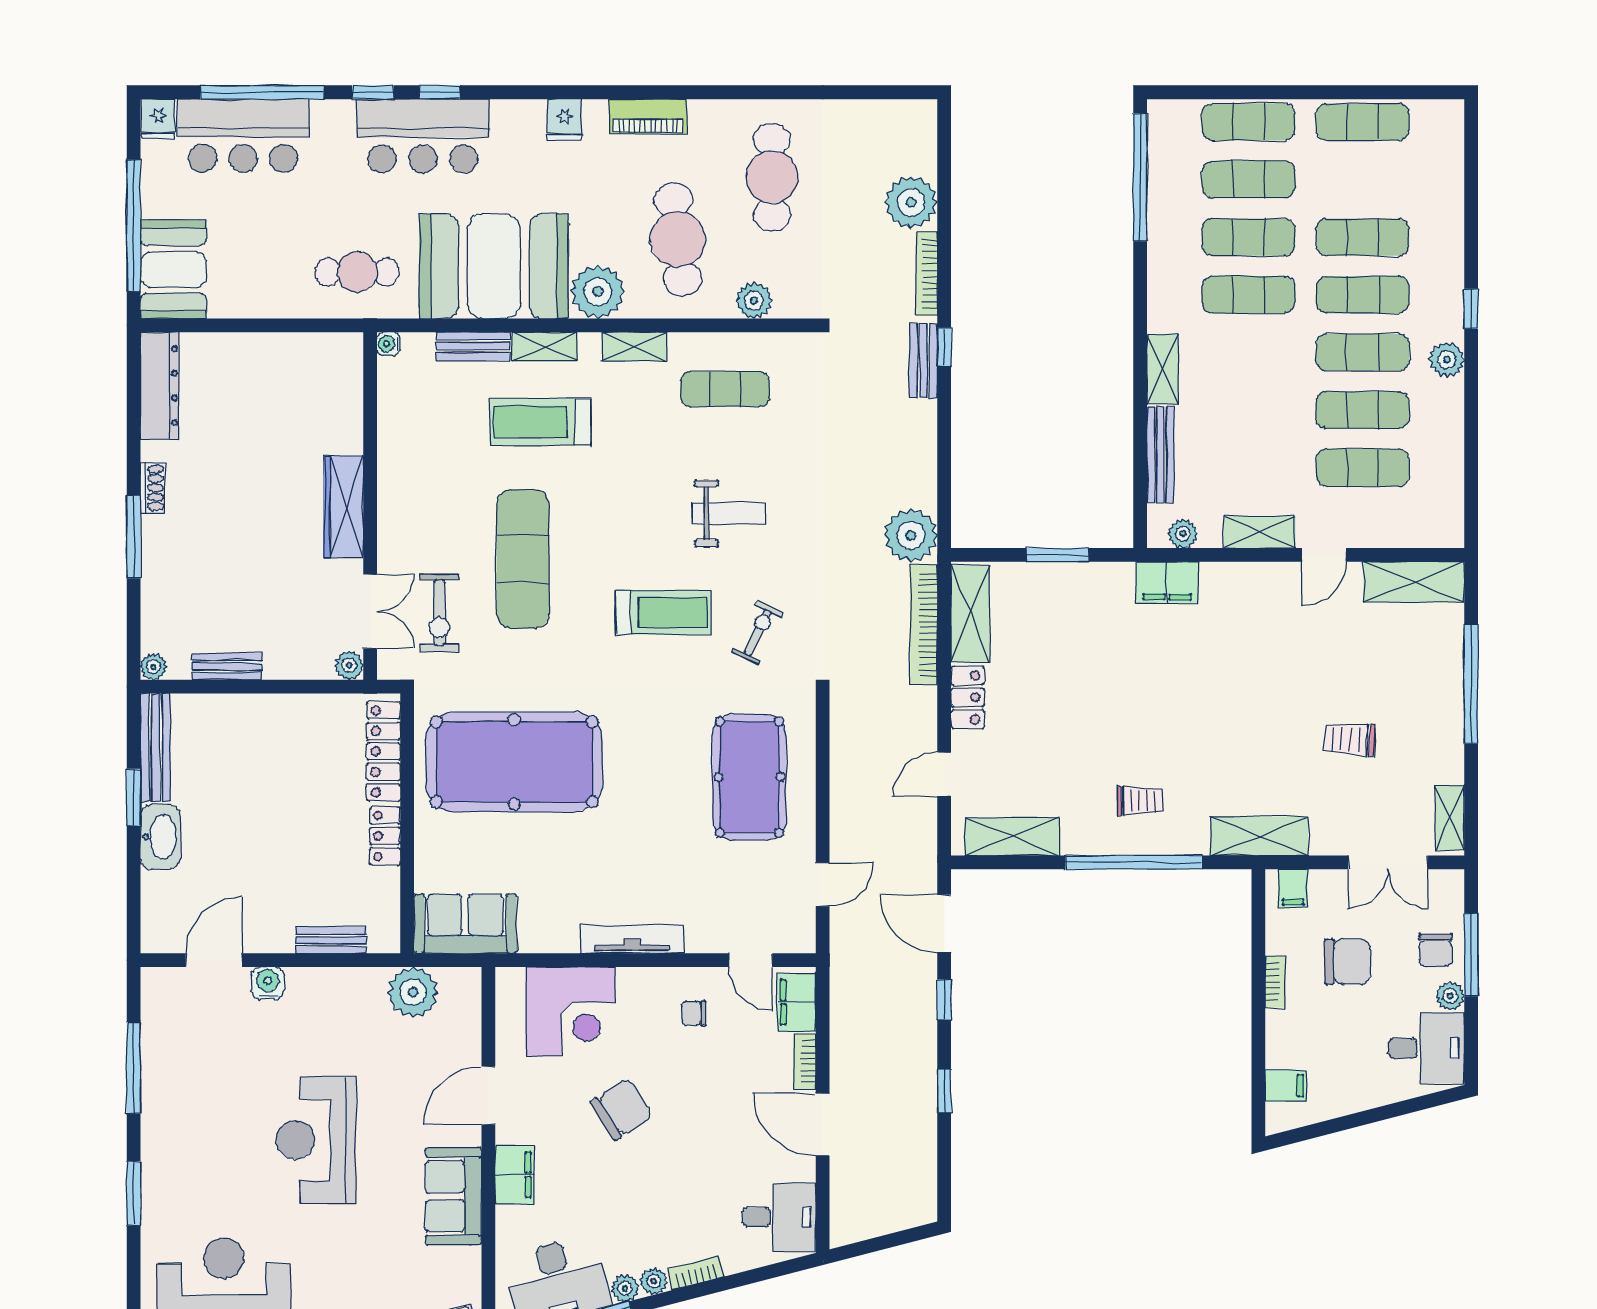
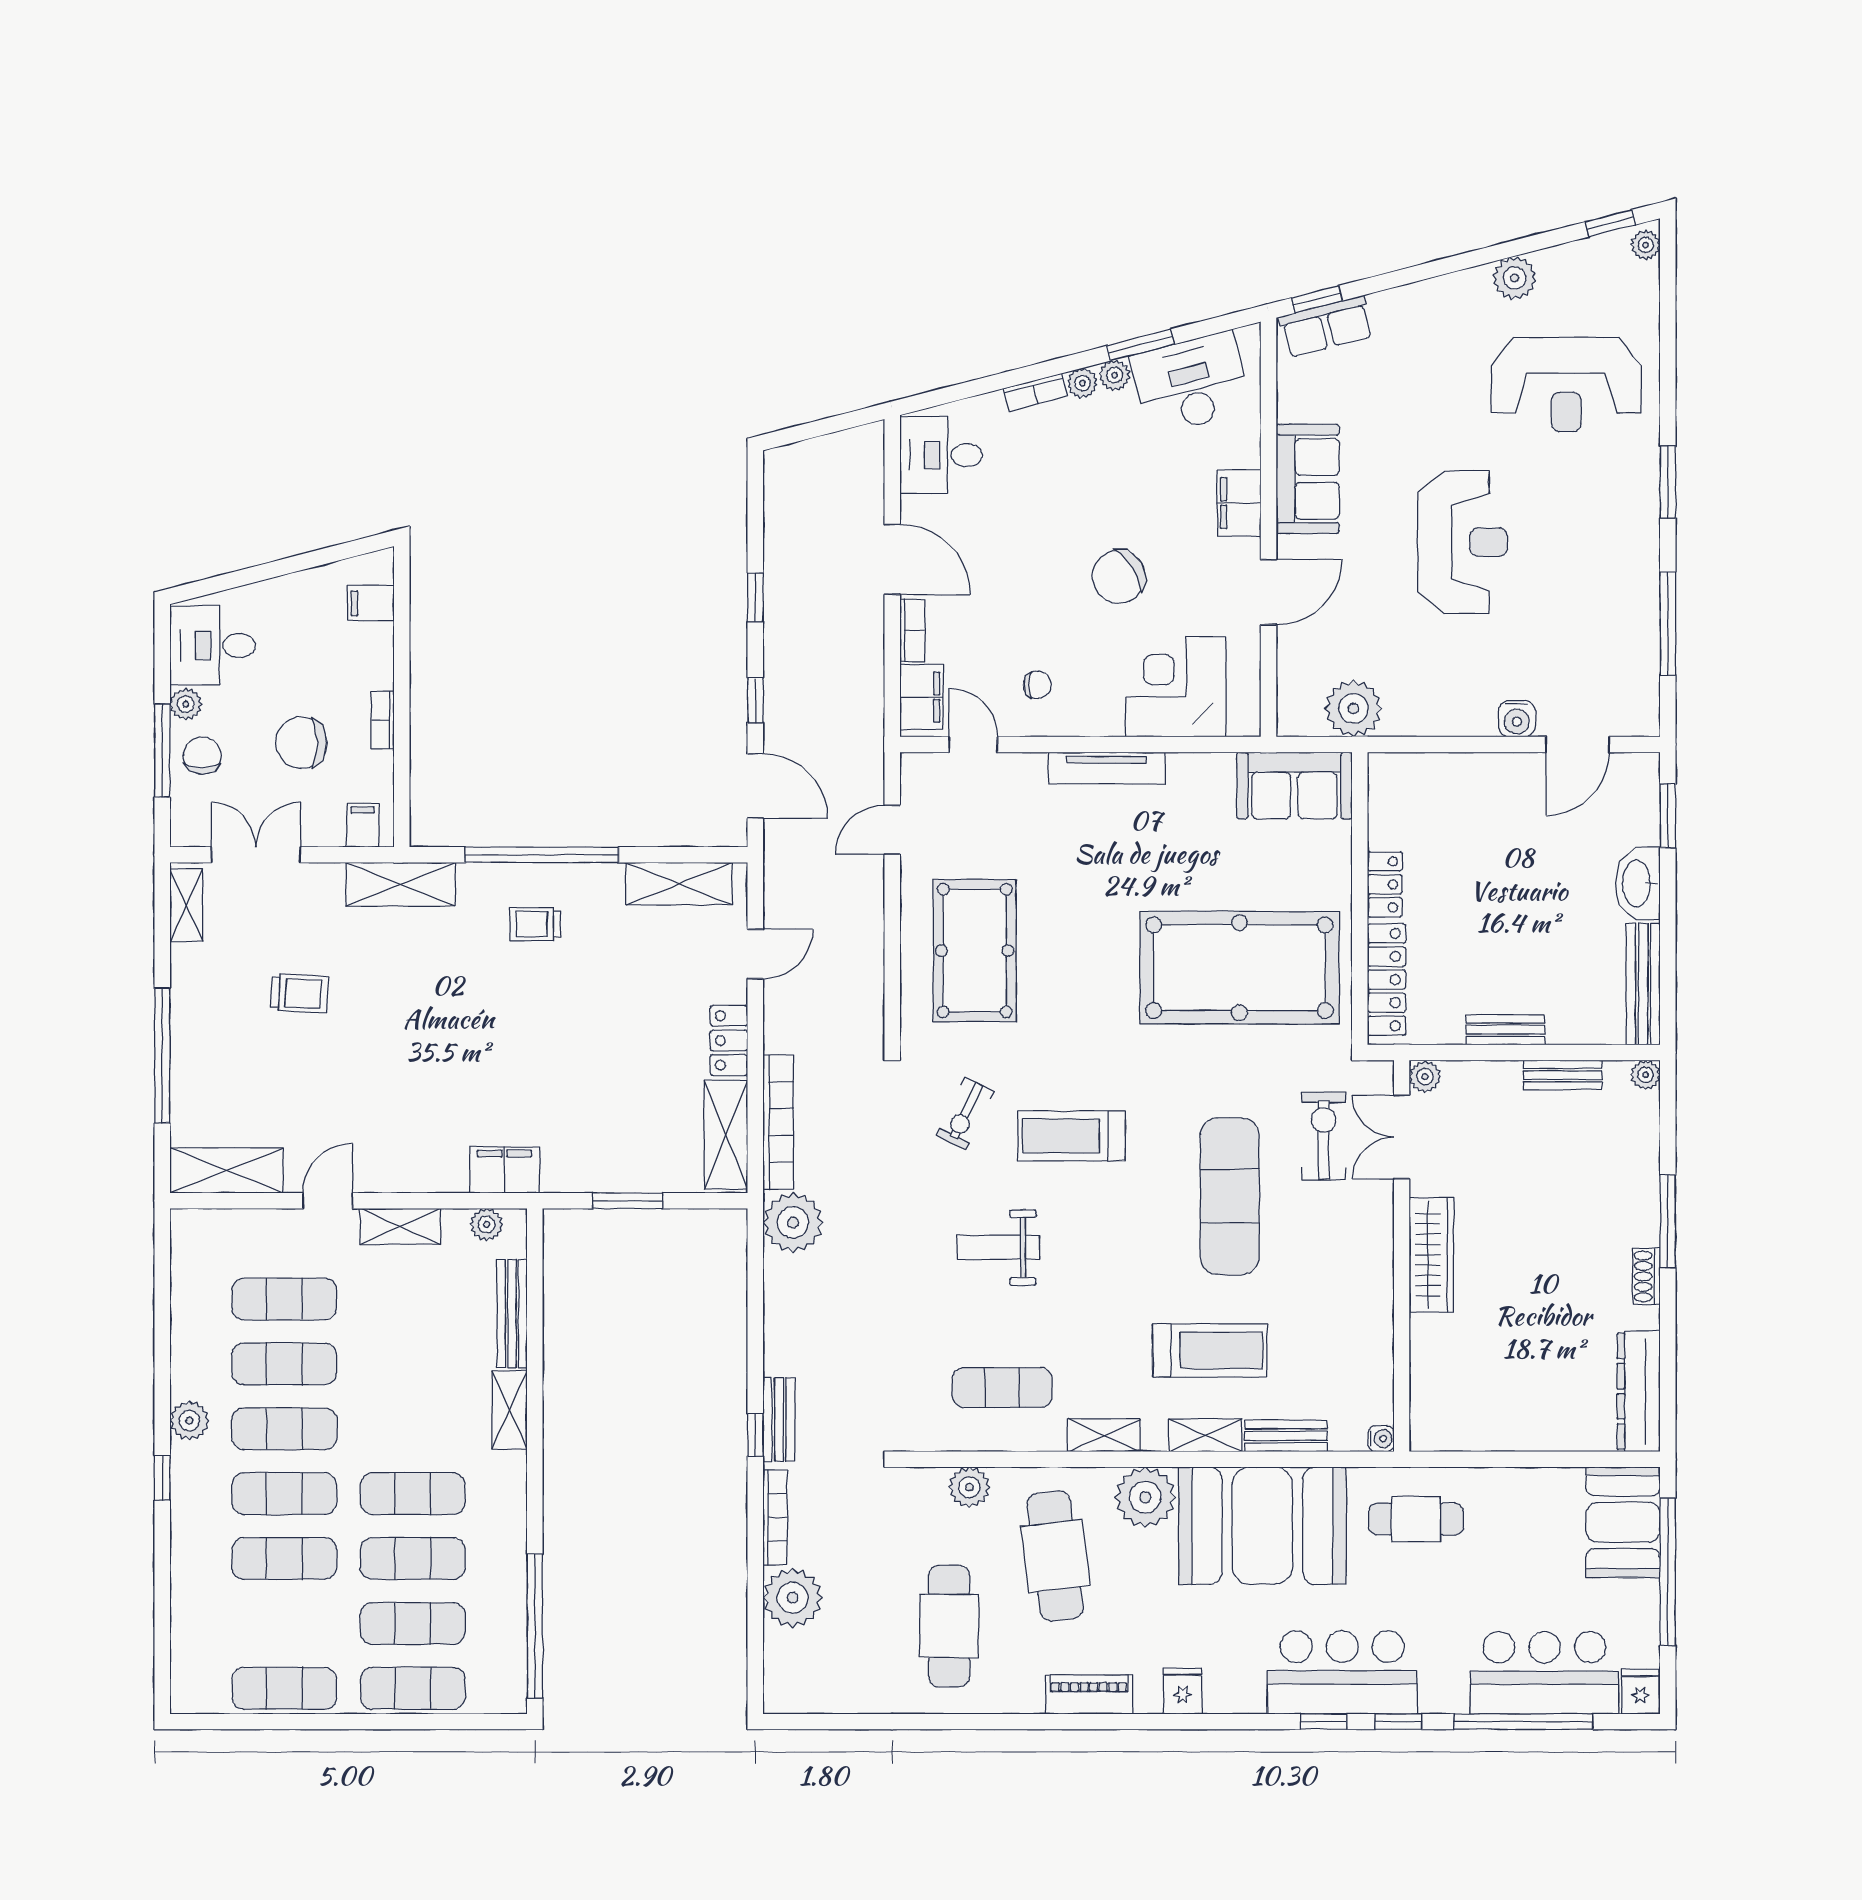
window: (134, 797) -> (1668, 816), moved
bench: (331, 940) -> (1505, 1030), moved

